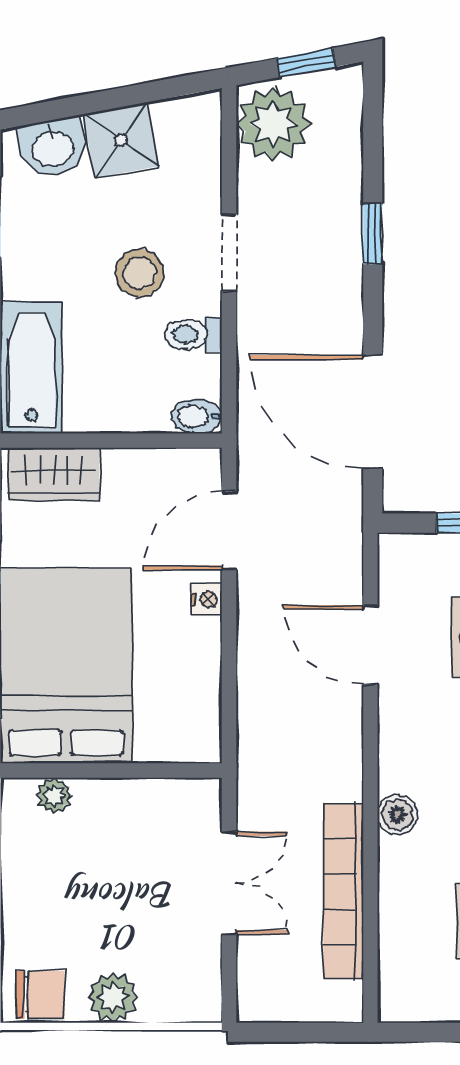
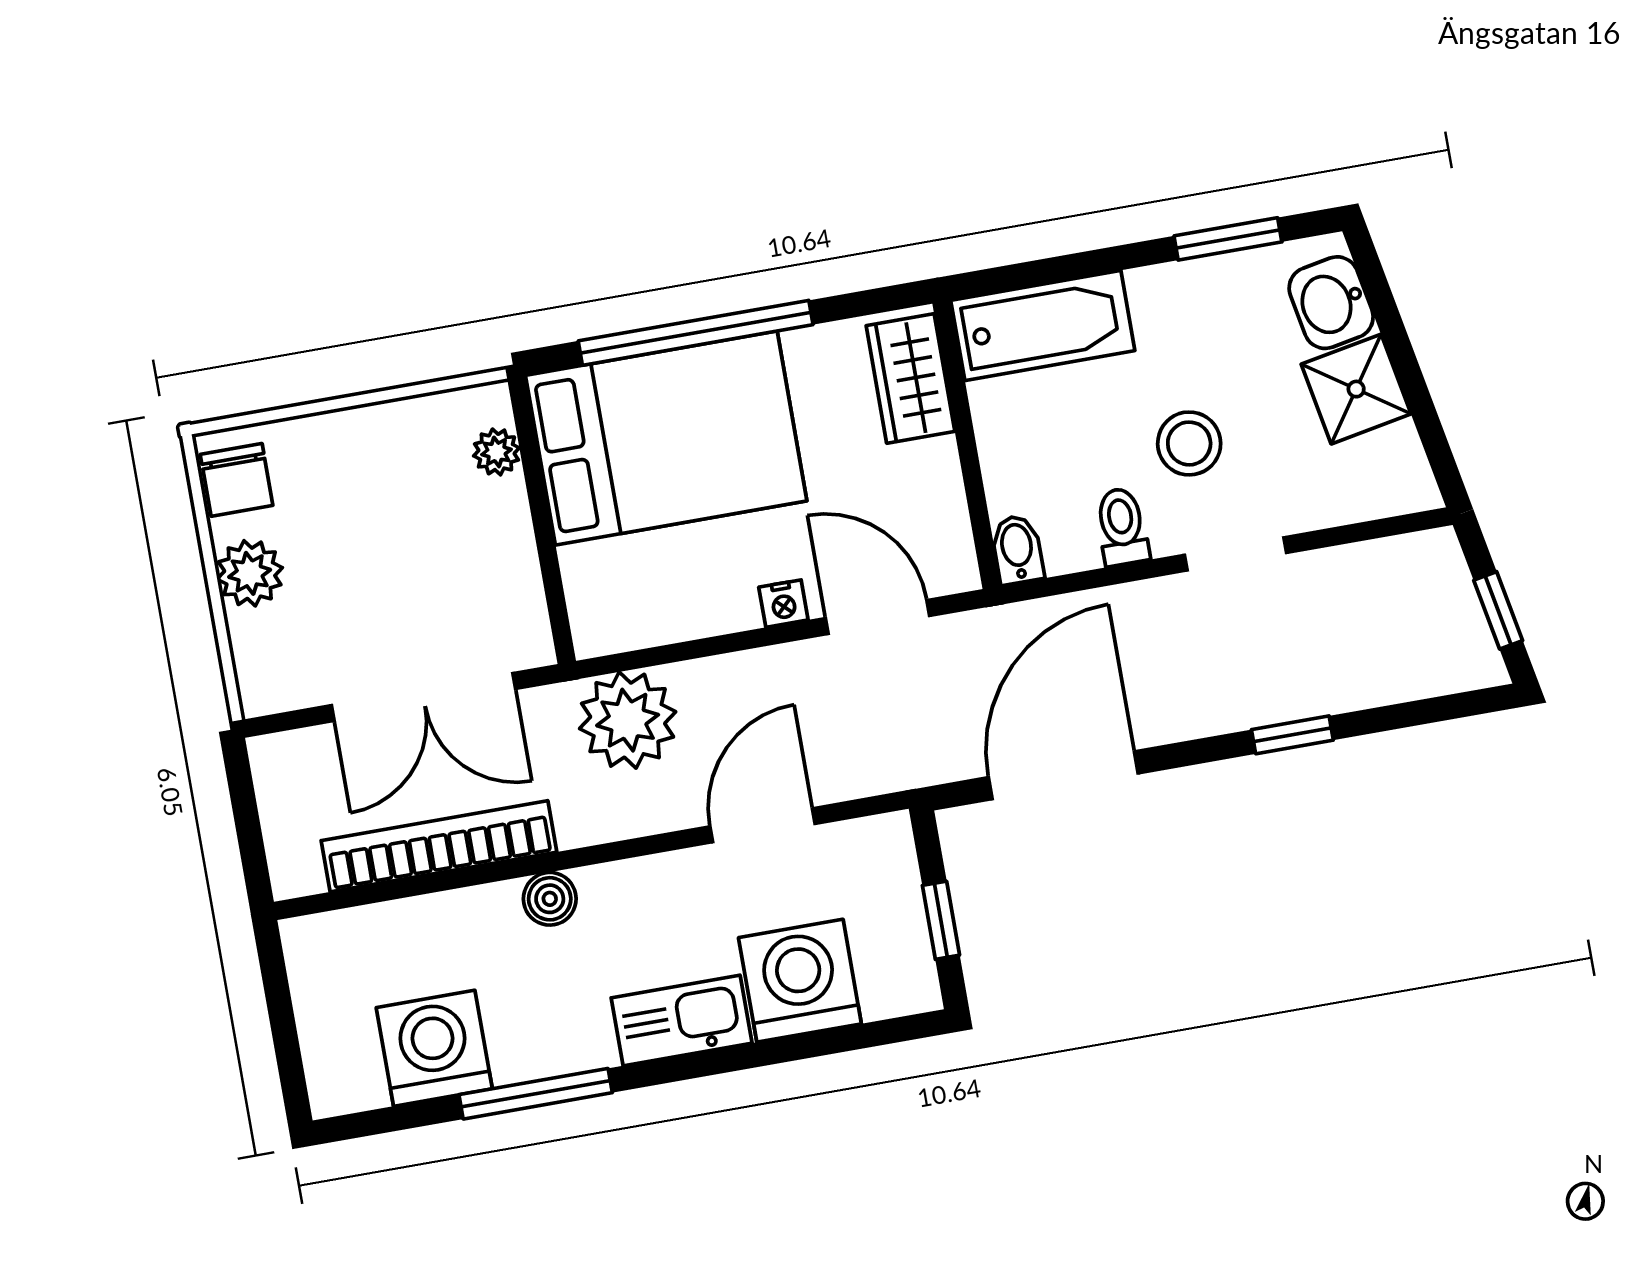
plant: (273, 124) -> (628, 720), moved
double door: (229, 883) -> (424, 697), width x1.37

